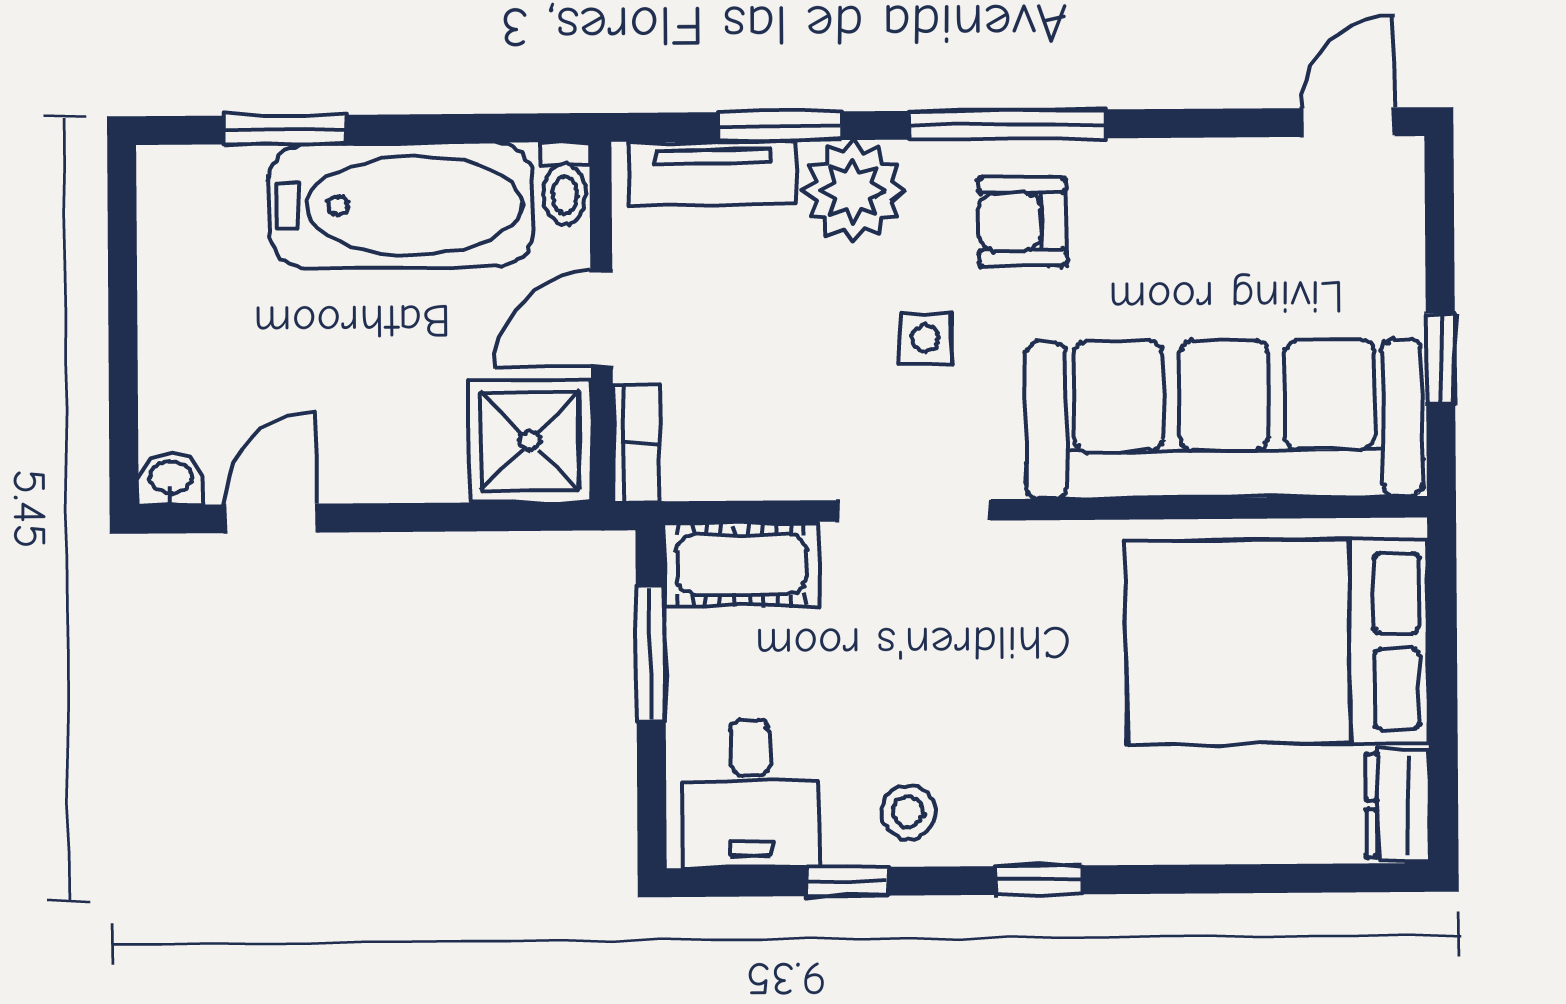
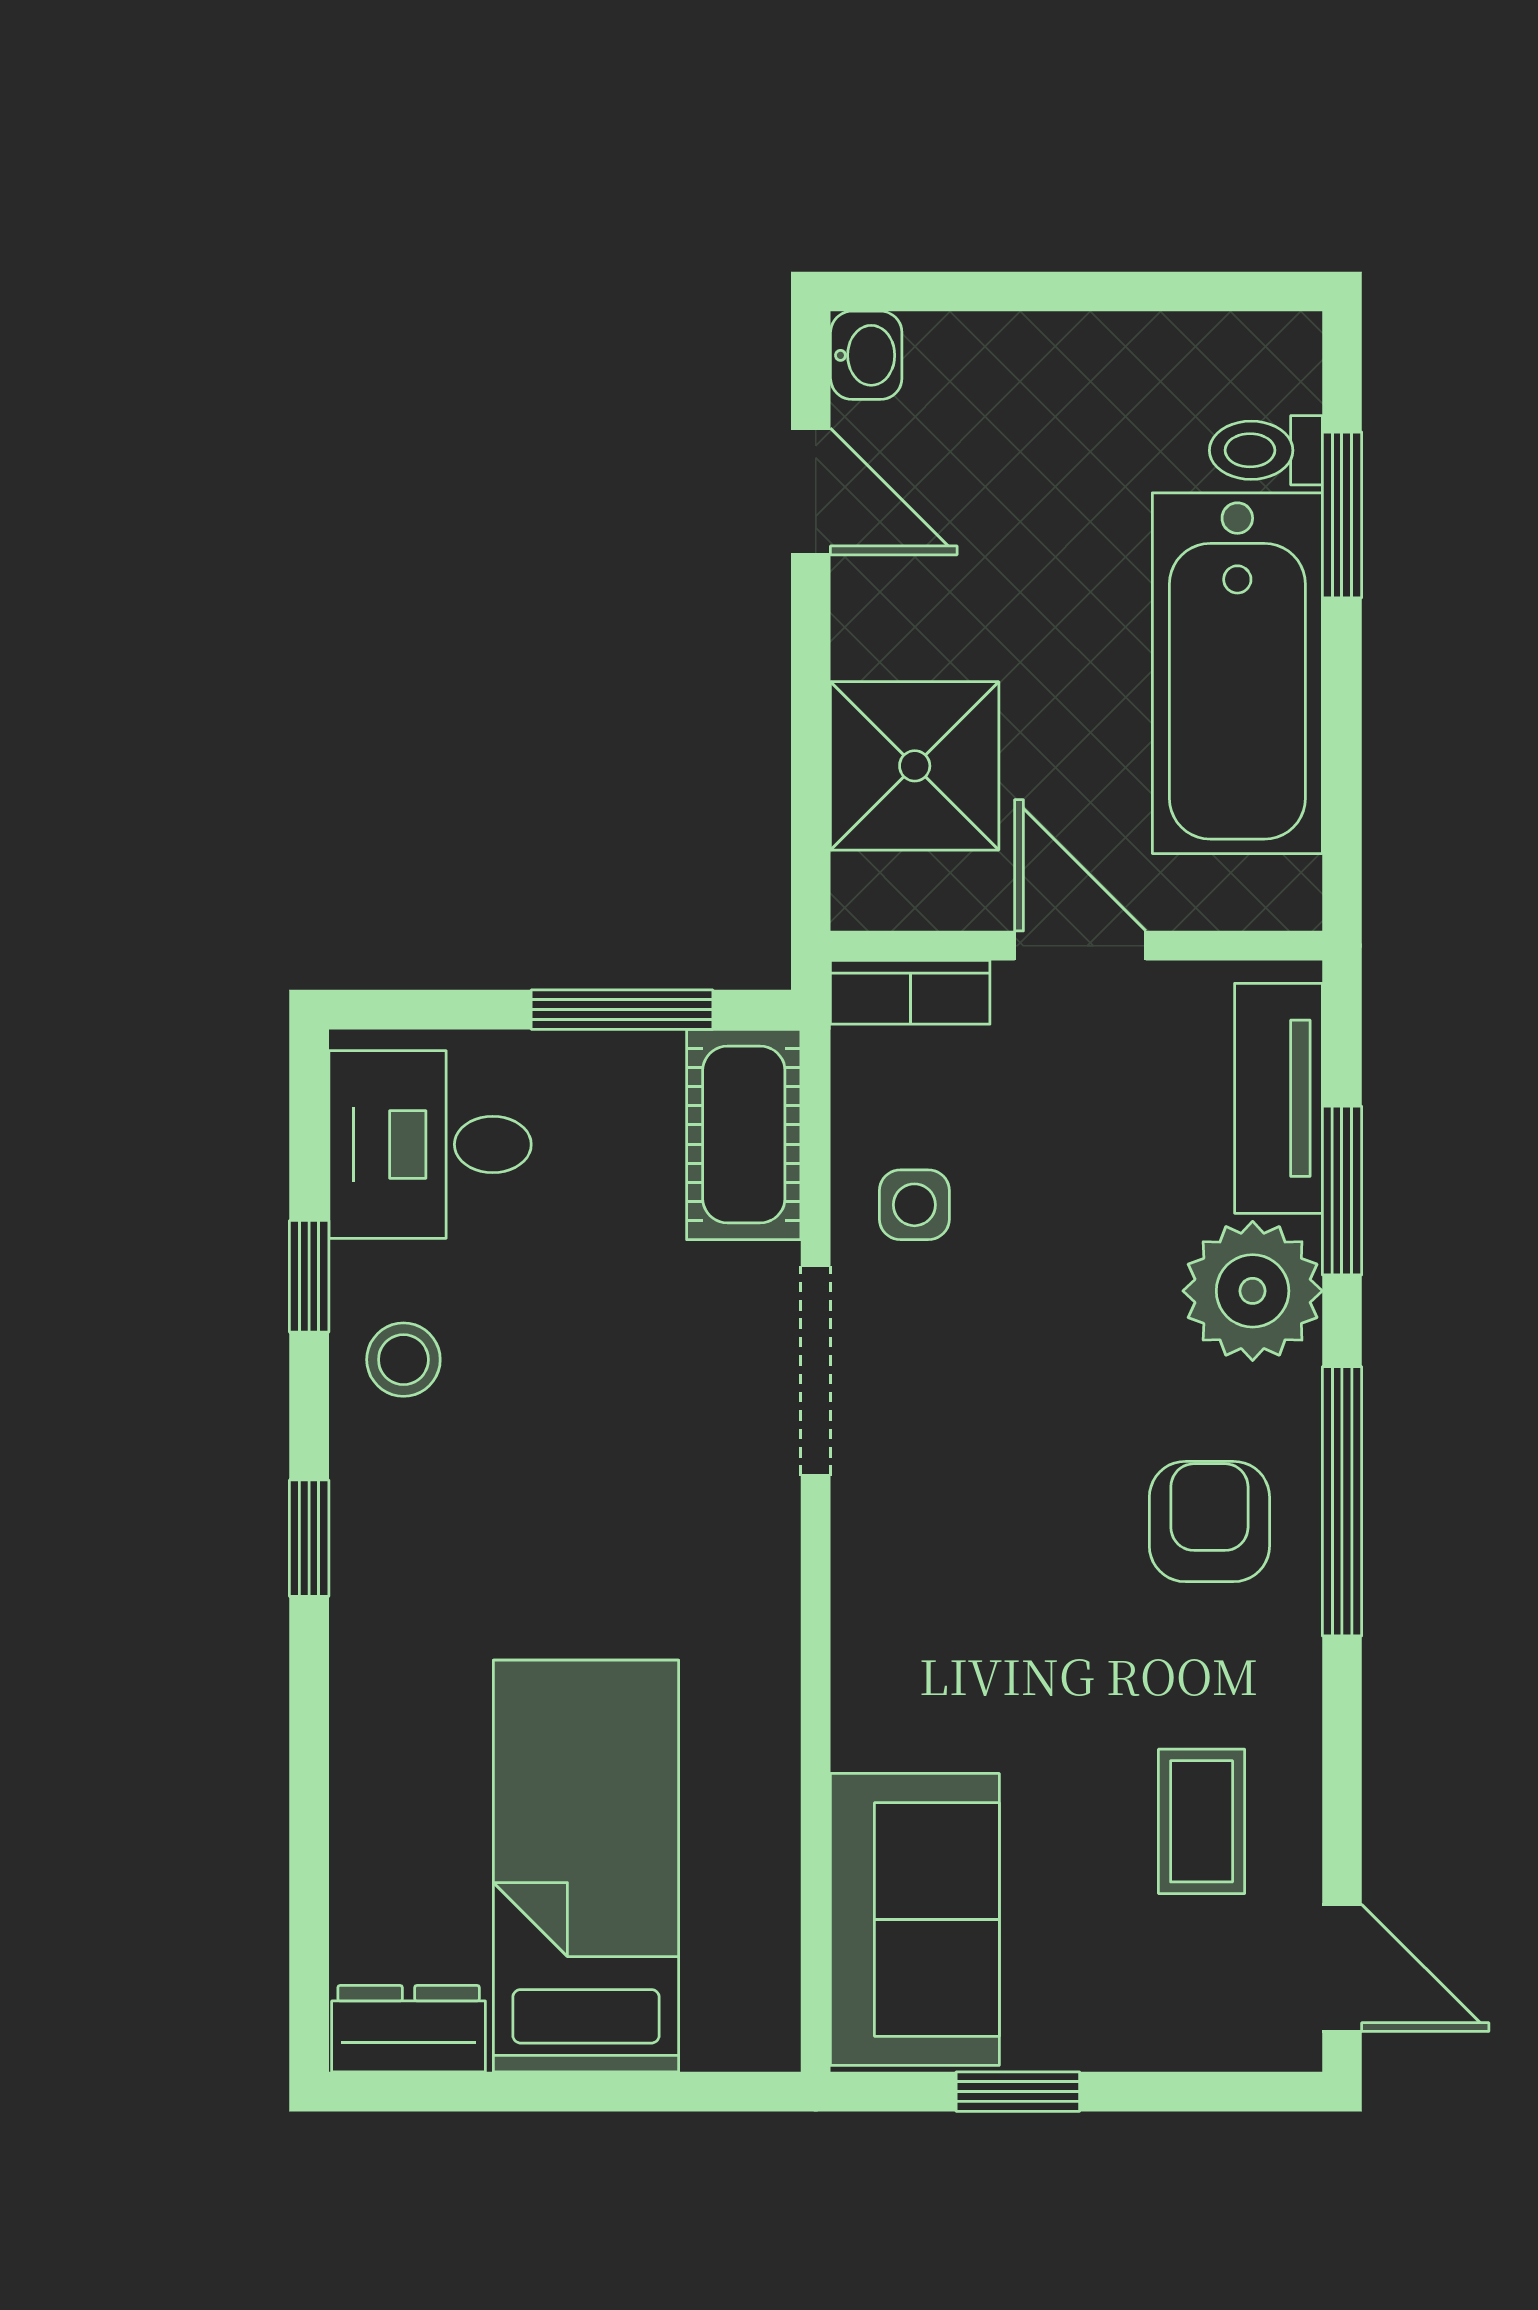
toilet: (564, 183) -> (1266, 450), moved
coffee table: (1242, 226) -> (1202, 1821), added
side table: (926, 338) -> (914, 1205), moved
sofa: (1224, 419) -> (915, 1919), width x0.54, depth x0.79
shower: (530, 441) -> (915, 766), moved
bed: (1277, 642) -> (586, 1866), width x0.67

